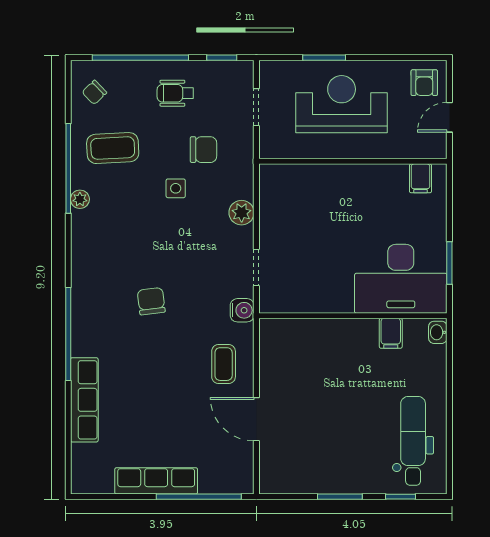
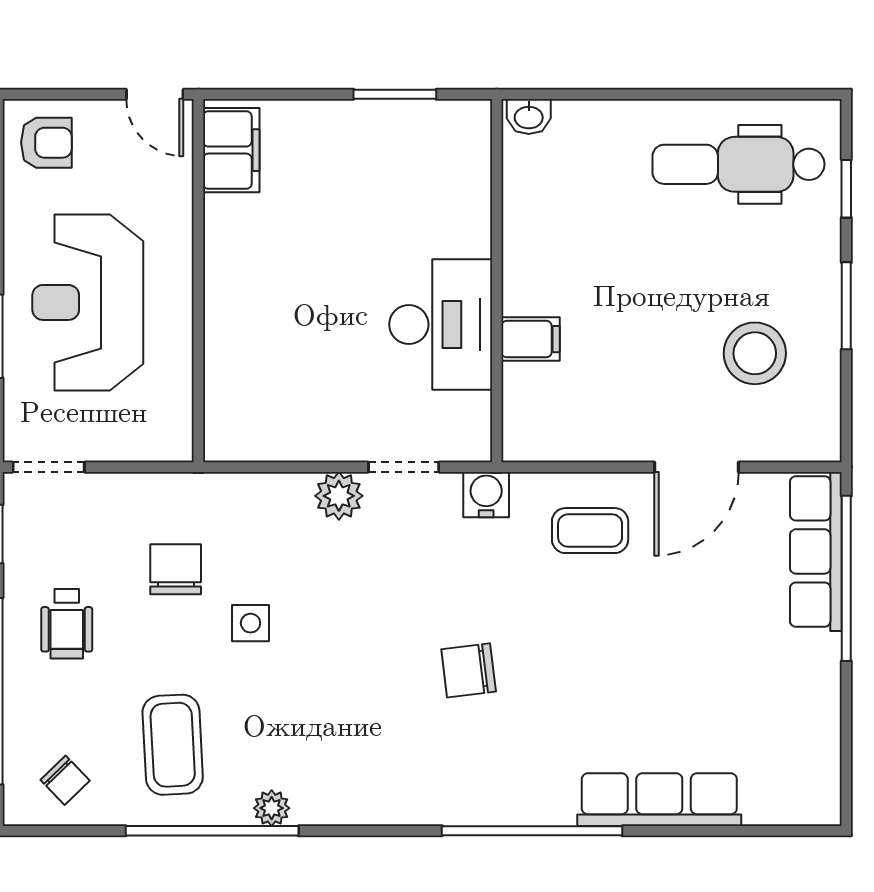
doorway: (256, 107) -> (49, 467), moved
door: (449, 117) -> (155, 94), moved
filing cabinet: (420, 178) -> (231, 150), width x2.00
plant: (242, 213) -> (339, 496), moved
desk: (401, 279) -> (441, 324), moved, width x0.73, depth x0.77
filing cabinet: (391, 333) -> (531, 339), moved
stool: (315, 449) -> (755, 353), added
row of seats: (156, 481) -> (816, 551), moved

